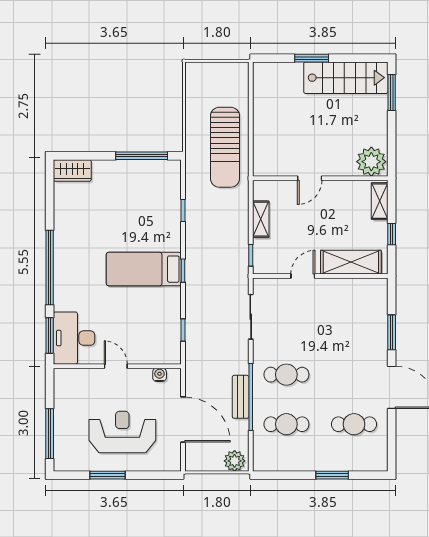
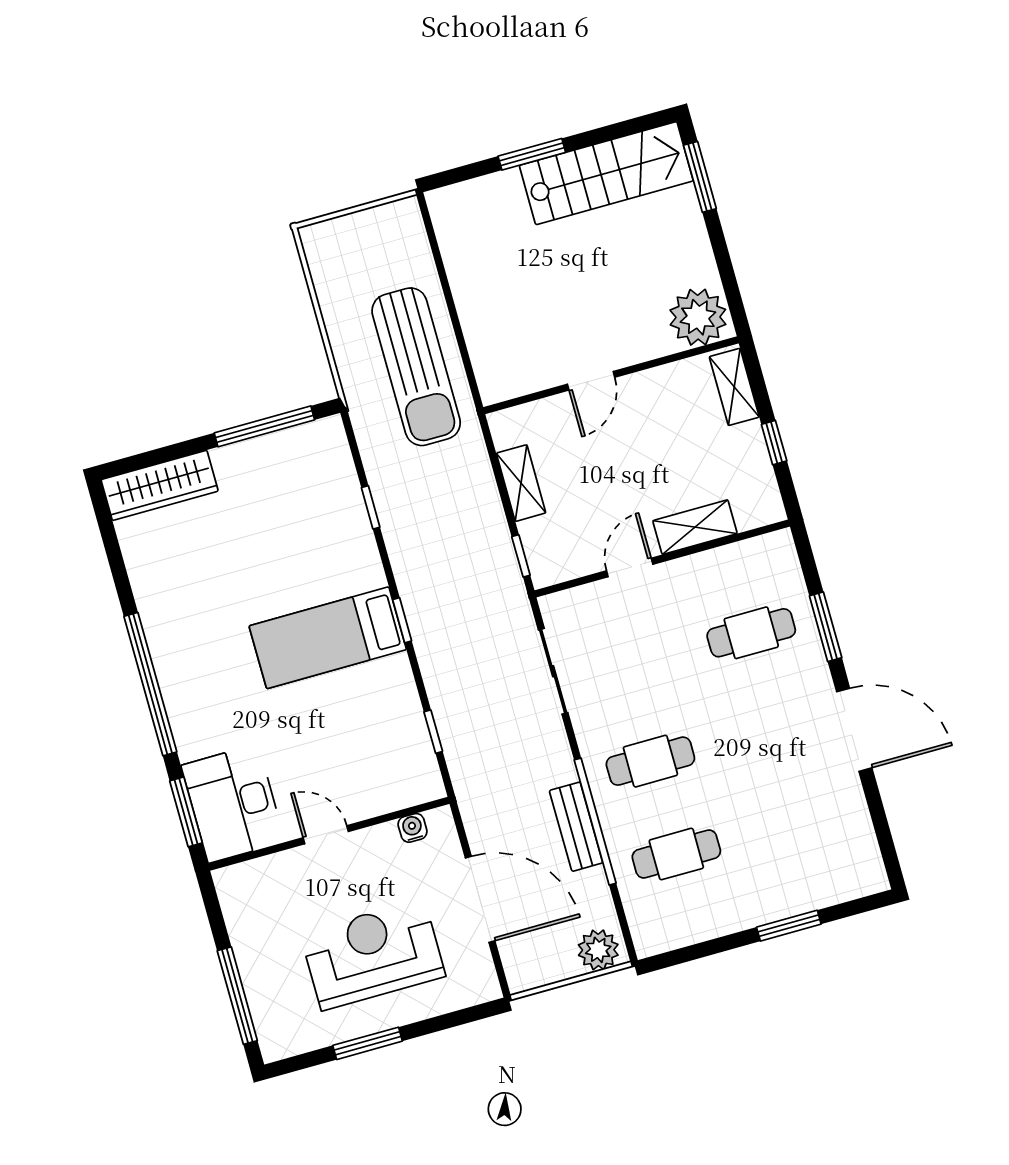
wardrobe: (72, 170) -> (160, 485), width x1.50
shelving: (351, 262) -> (695, 527), width x0.67, depth x0.75
cafe table: (354, 424) -> (751, 633), moved

